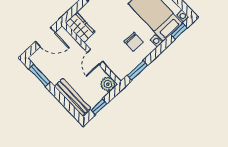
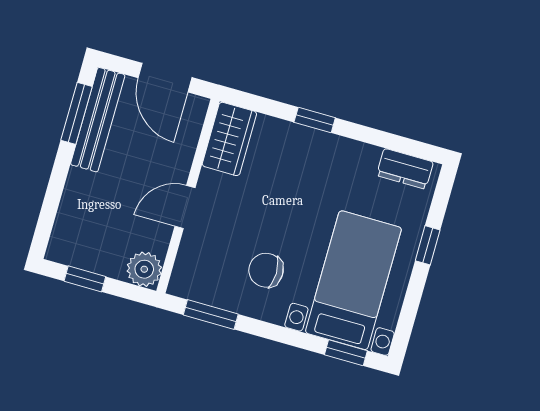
chair: (134, 42) -> (266, 270), turned 90
bench: (72, 97) -> (98, 120), moved

